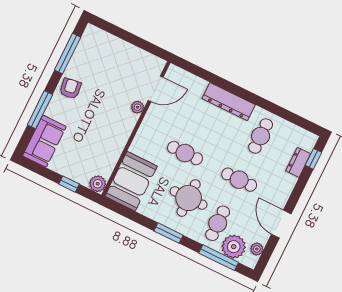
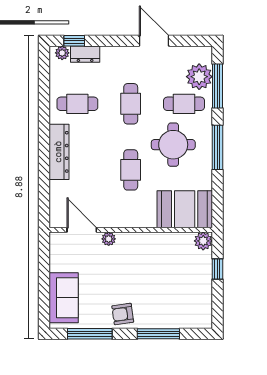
sofa: (44, 141) -> (64, 298), moved, turned 90
door: (281, 224) -> (154, 41), swing flipped
window: (169, 233) -> (217, 147), width x1.44
plant: (257, 249) -> (62, 53), moved

